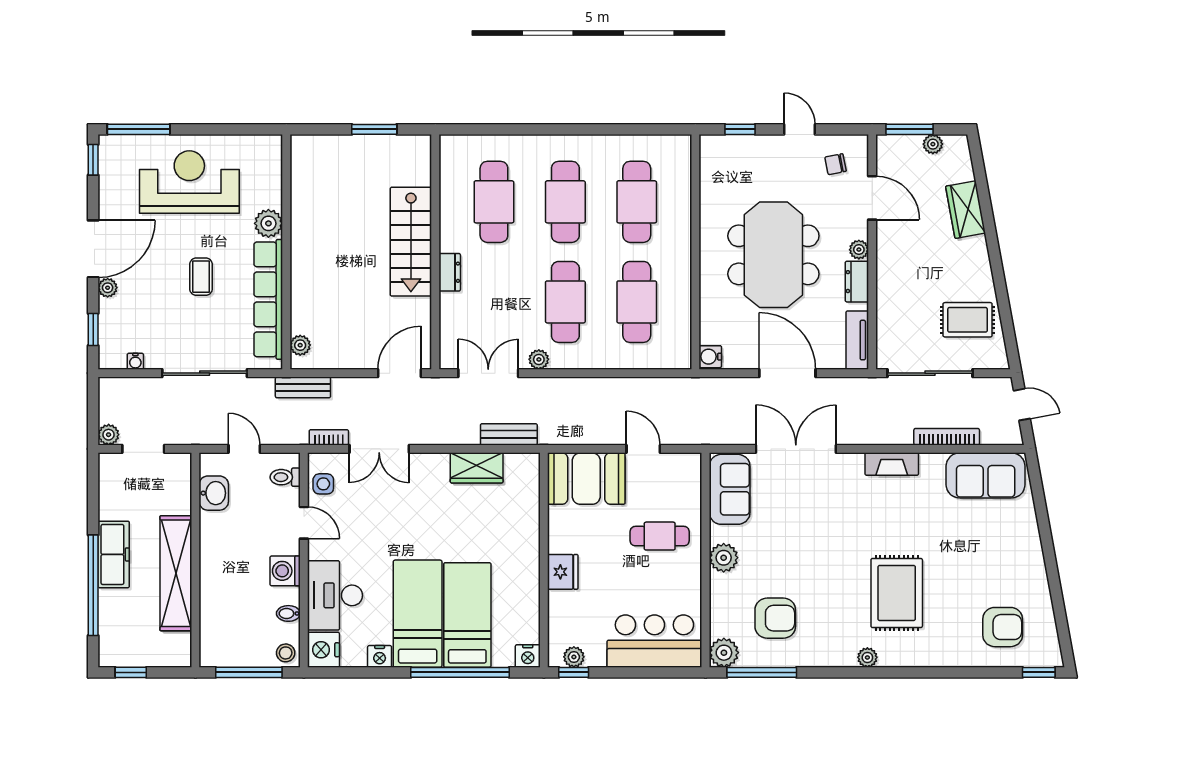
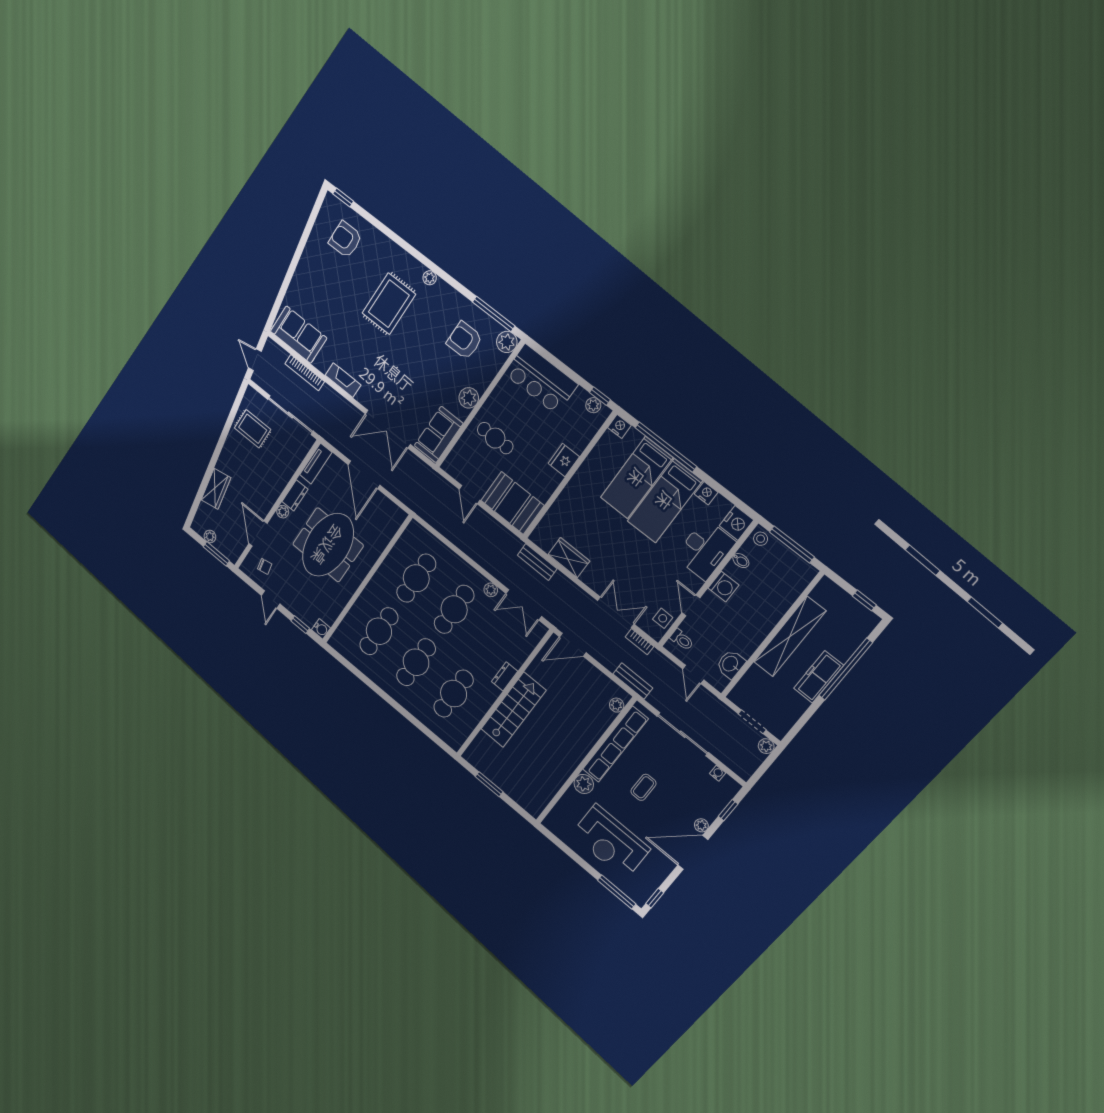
water cooler: (710, 357) -> (321, 629), moved

